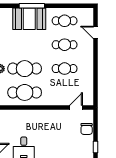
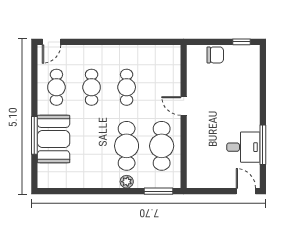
door: (95, 32) -> (52, 42), moved
door: (76, 108) -> (184, 106), moved

